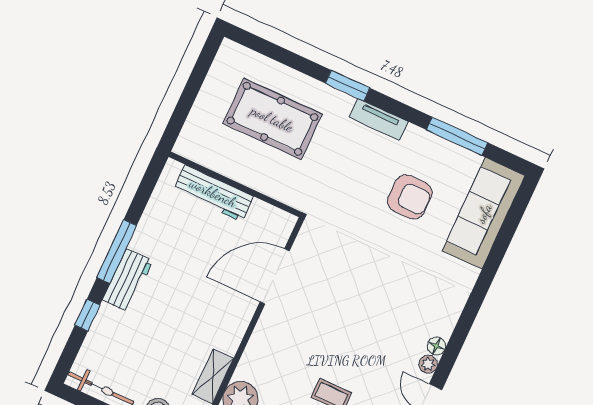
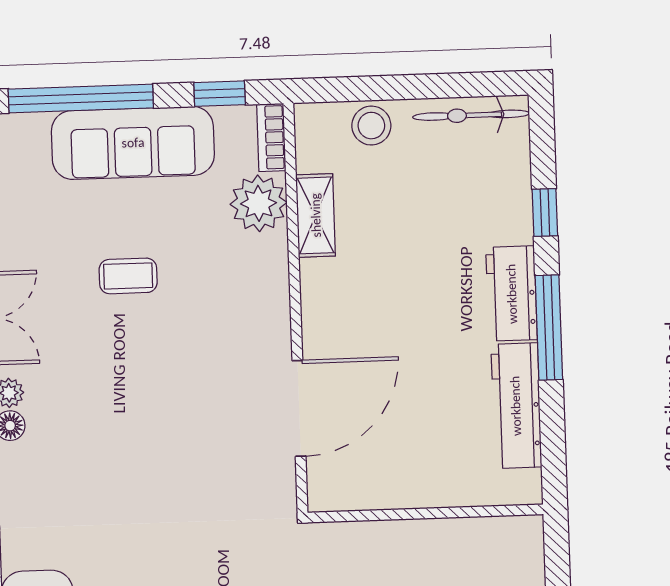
workbench: (213, 193) -> (516, 406), moved, turned -90

